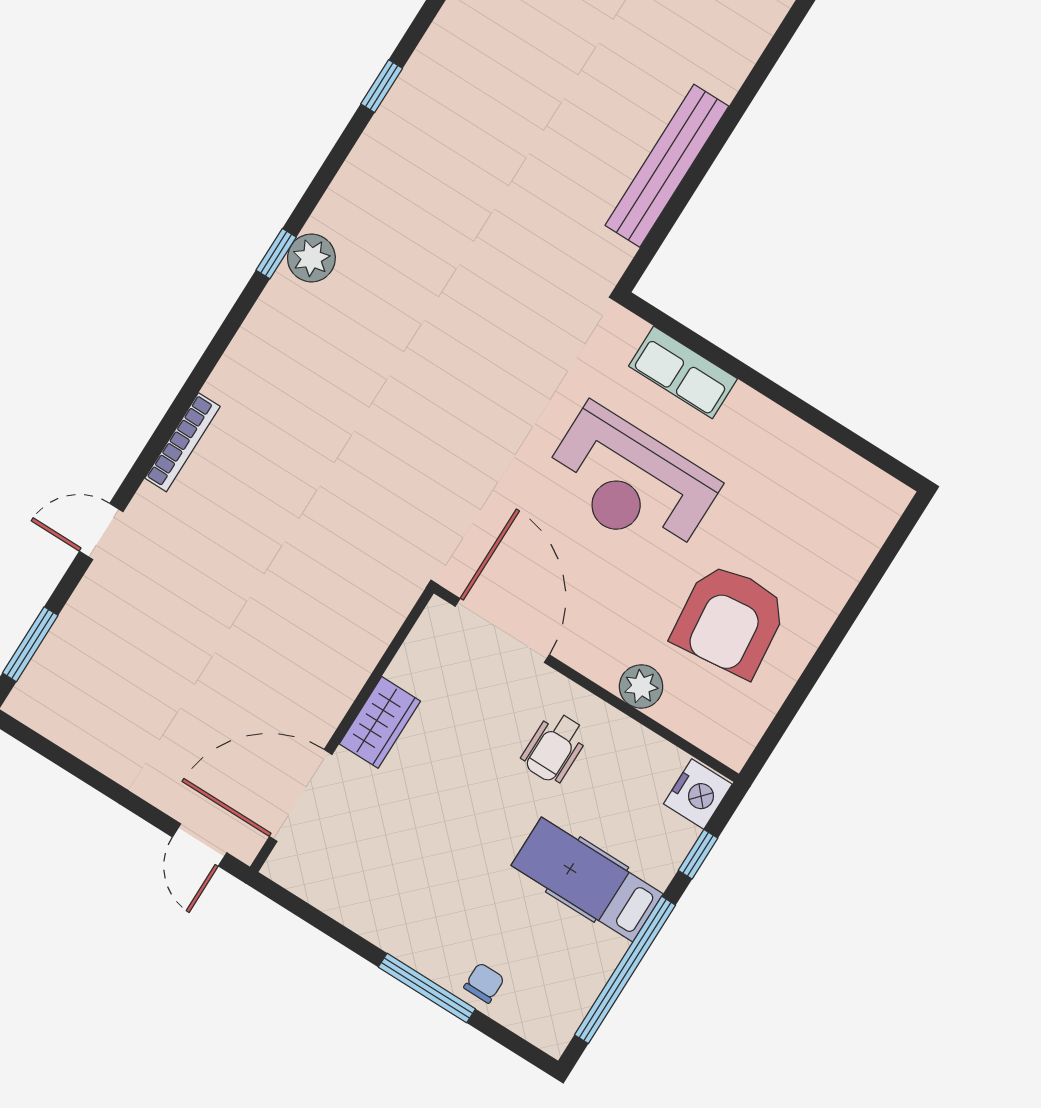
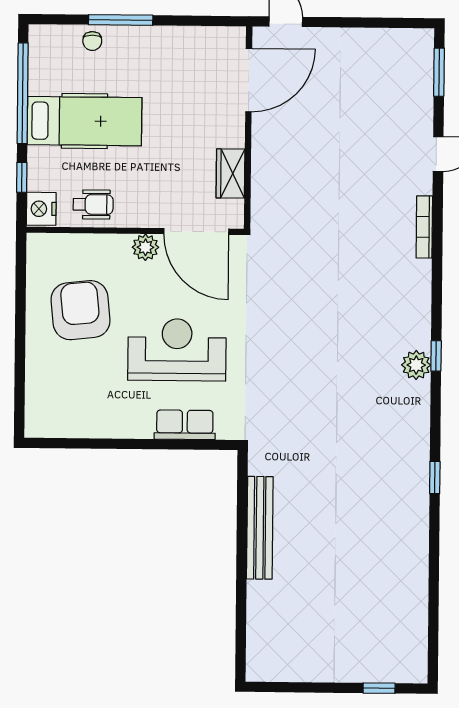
plant: (641, 686) -> (145, 247), moved
wardrobe: (380, 722) -> (230, 174), moved
wheelchair: (554, 747) -> (93, 204), moved, turned 90
hospital bed: (587, 880) -> (85, 121), width x1.37, depth x1.29

